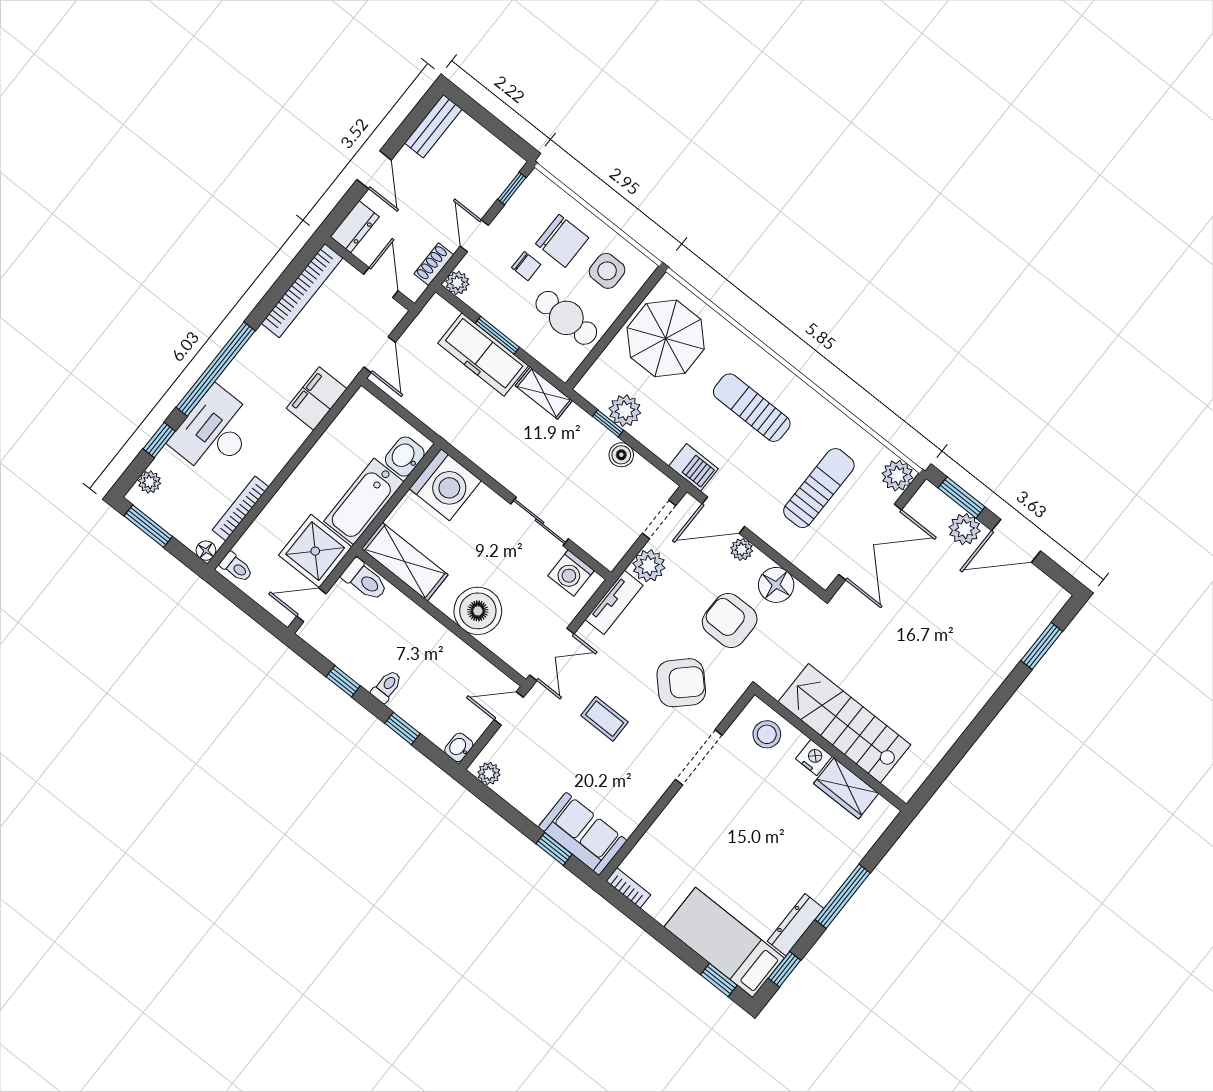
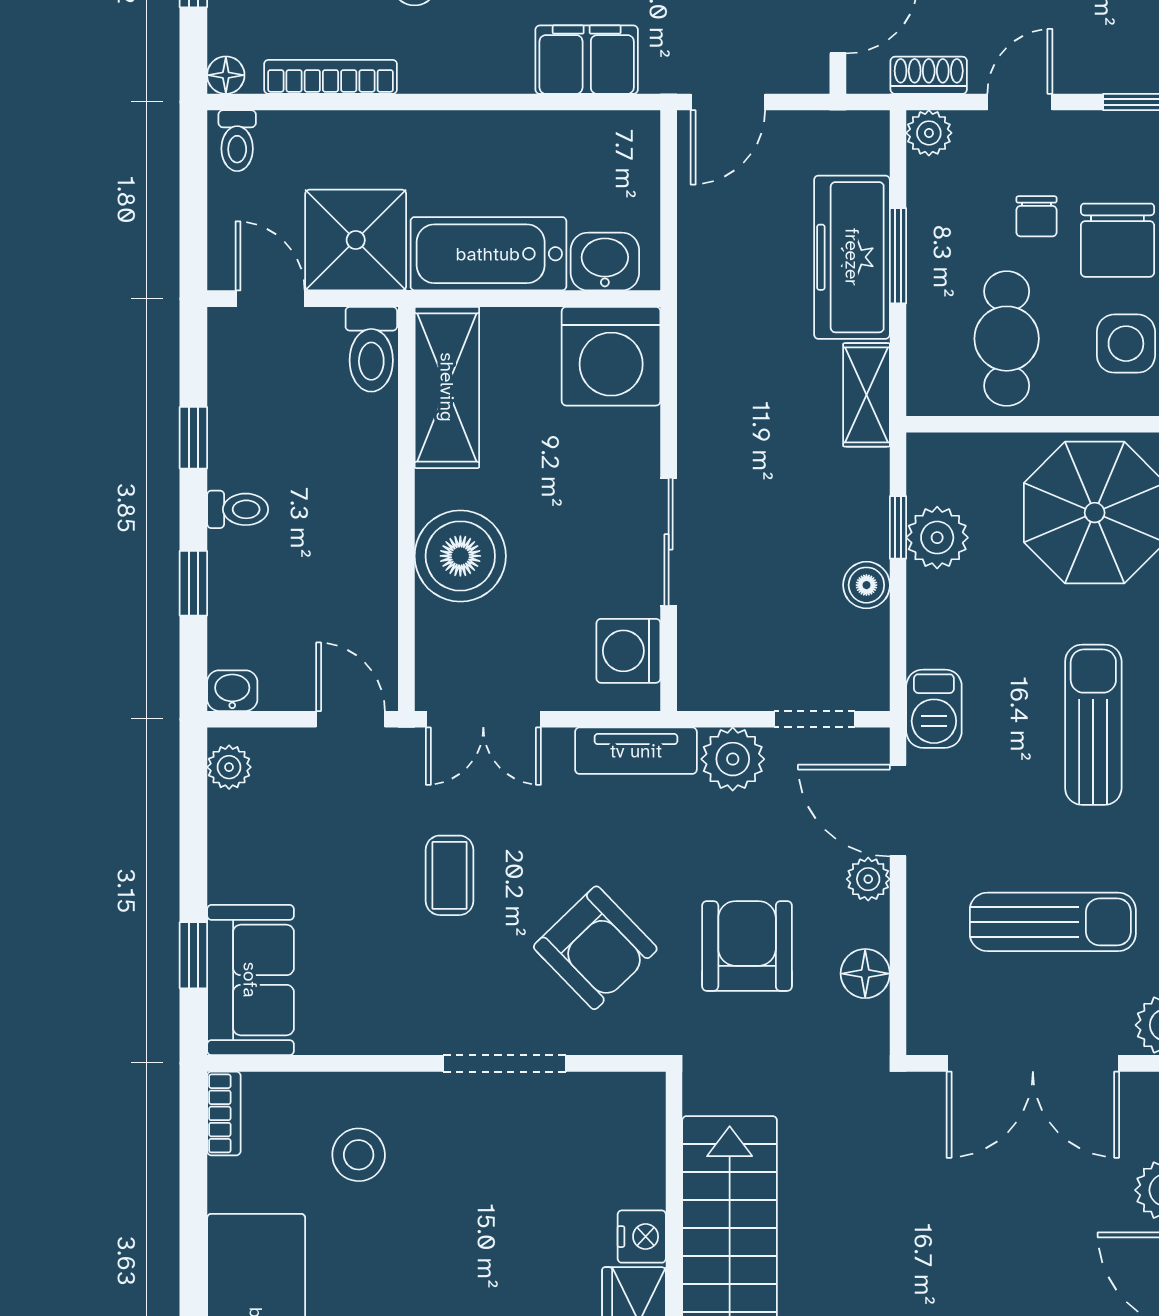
floor lamp: (776, 585) -> (865, 974), width x0.73, depth x0.73
stool: (767, 734) -> (359, 1155), moved

